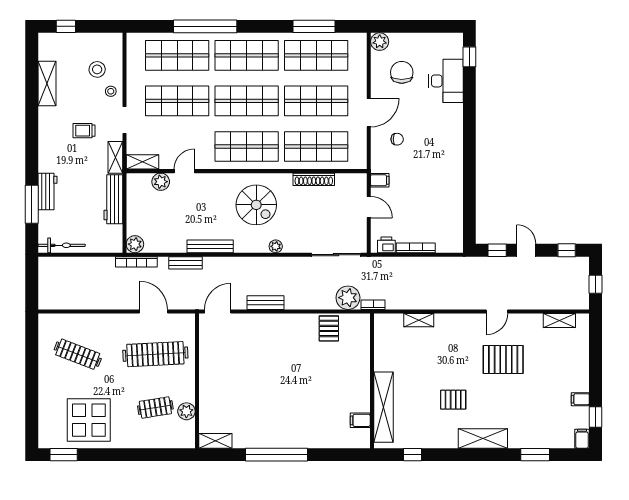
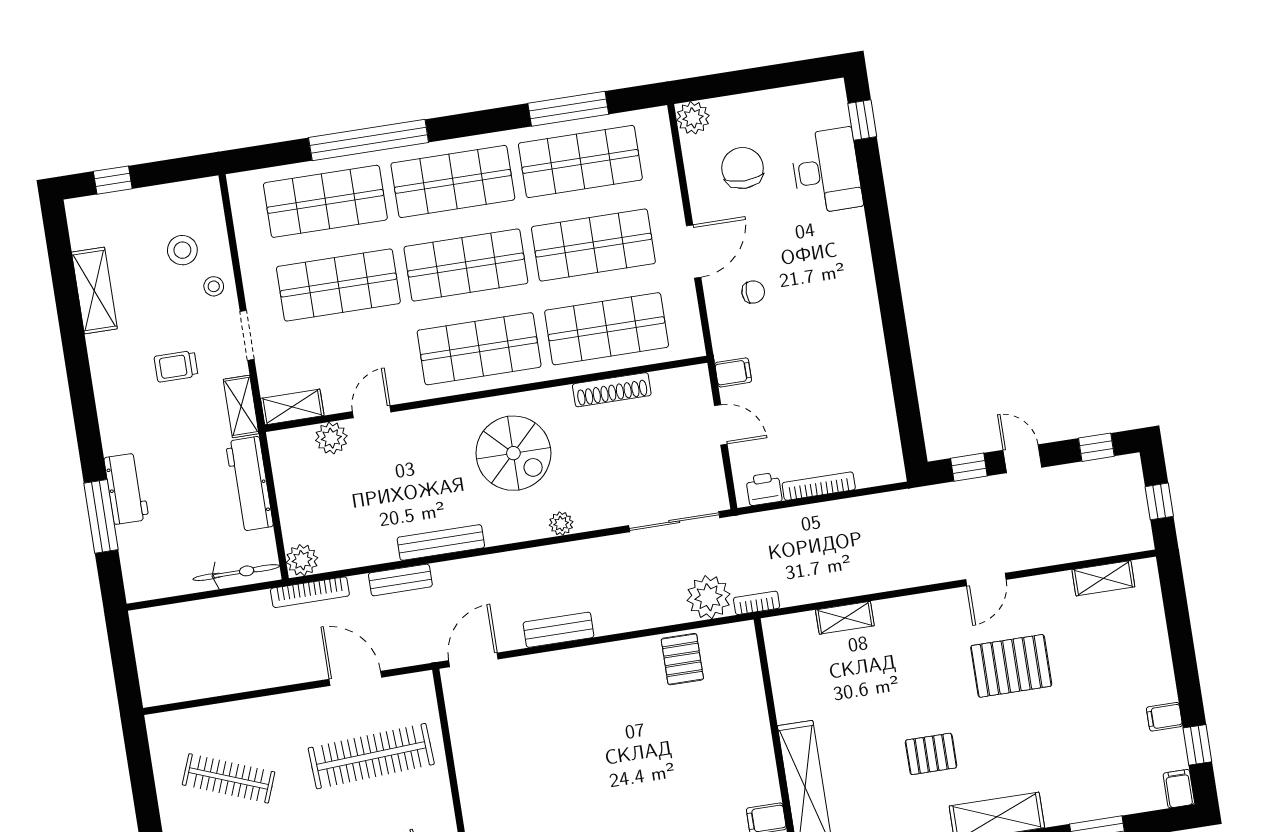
bicycle: (62, 245) -> (236, 573), moved

